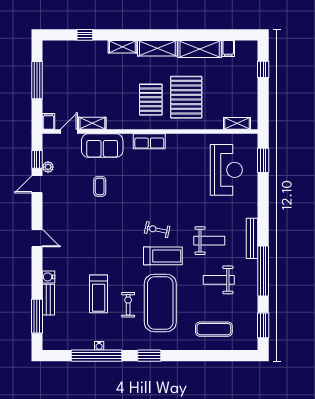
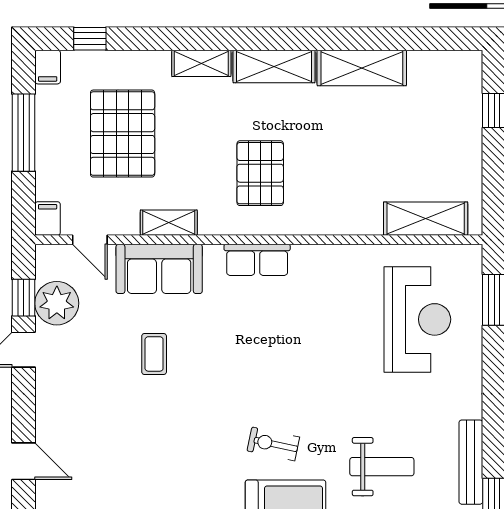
window: (85, 35) -> (90, 39), moved
filing cabinet: (228, 49) -> (48, 67), moved
pallet: (186, 97) -> (123, 134), moved
shelving: (92, 123) -> (169, 223), moved
shelving: (237, 123) -> (426, 219), width x1.50, depth x1.33
door: (69, 132) -> (90, 240), swing flipped
plant: (48, 167) -> (57, 303), width x1.87, depth x1.87

